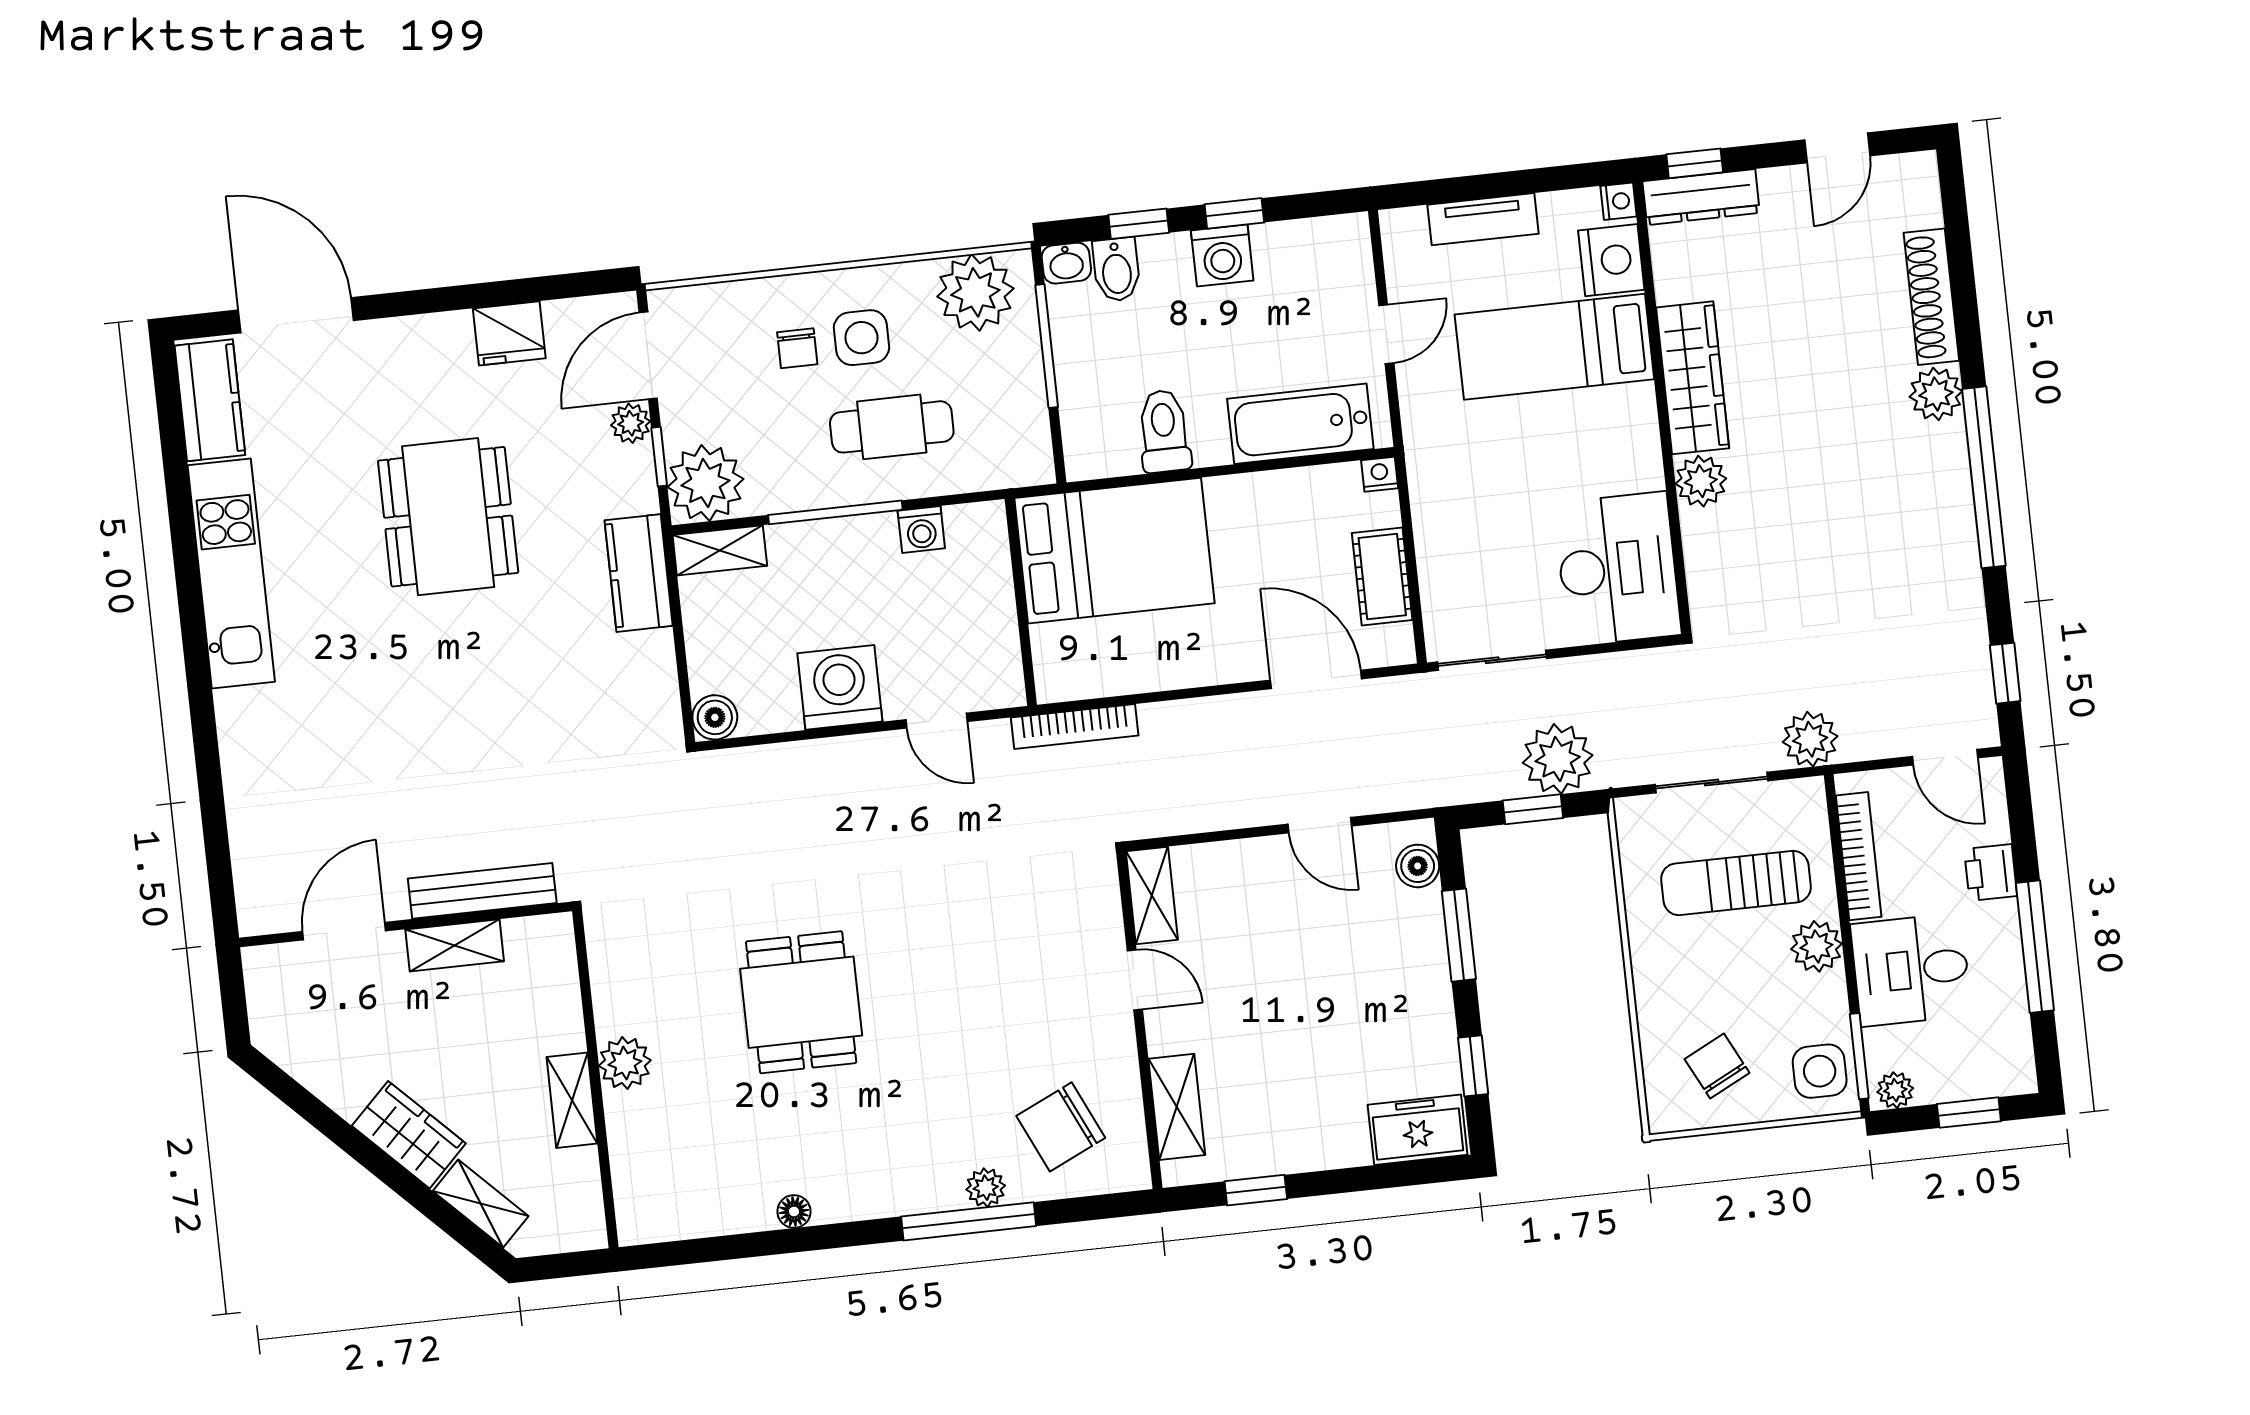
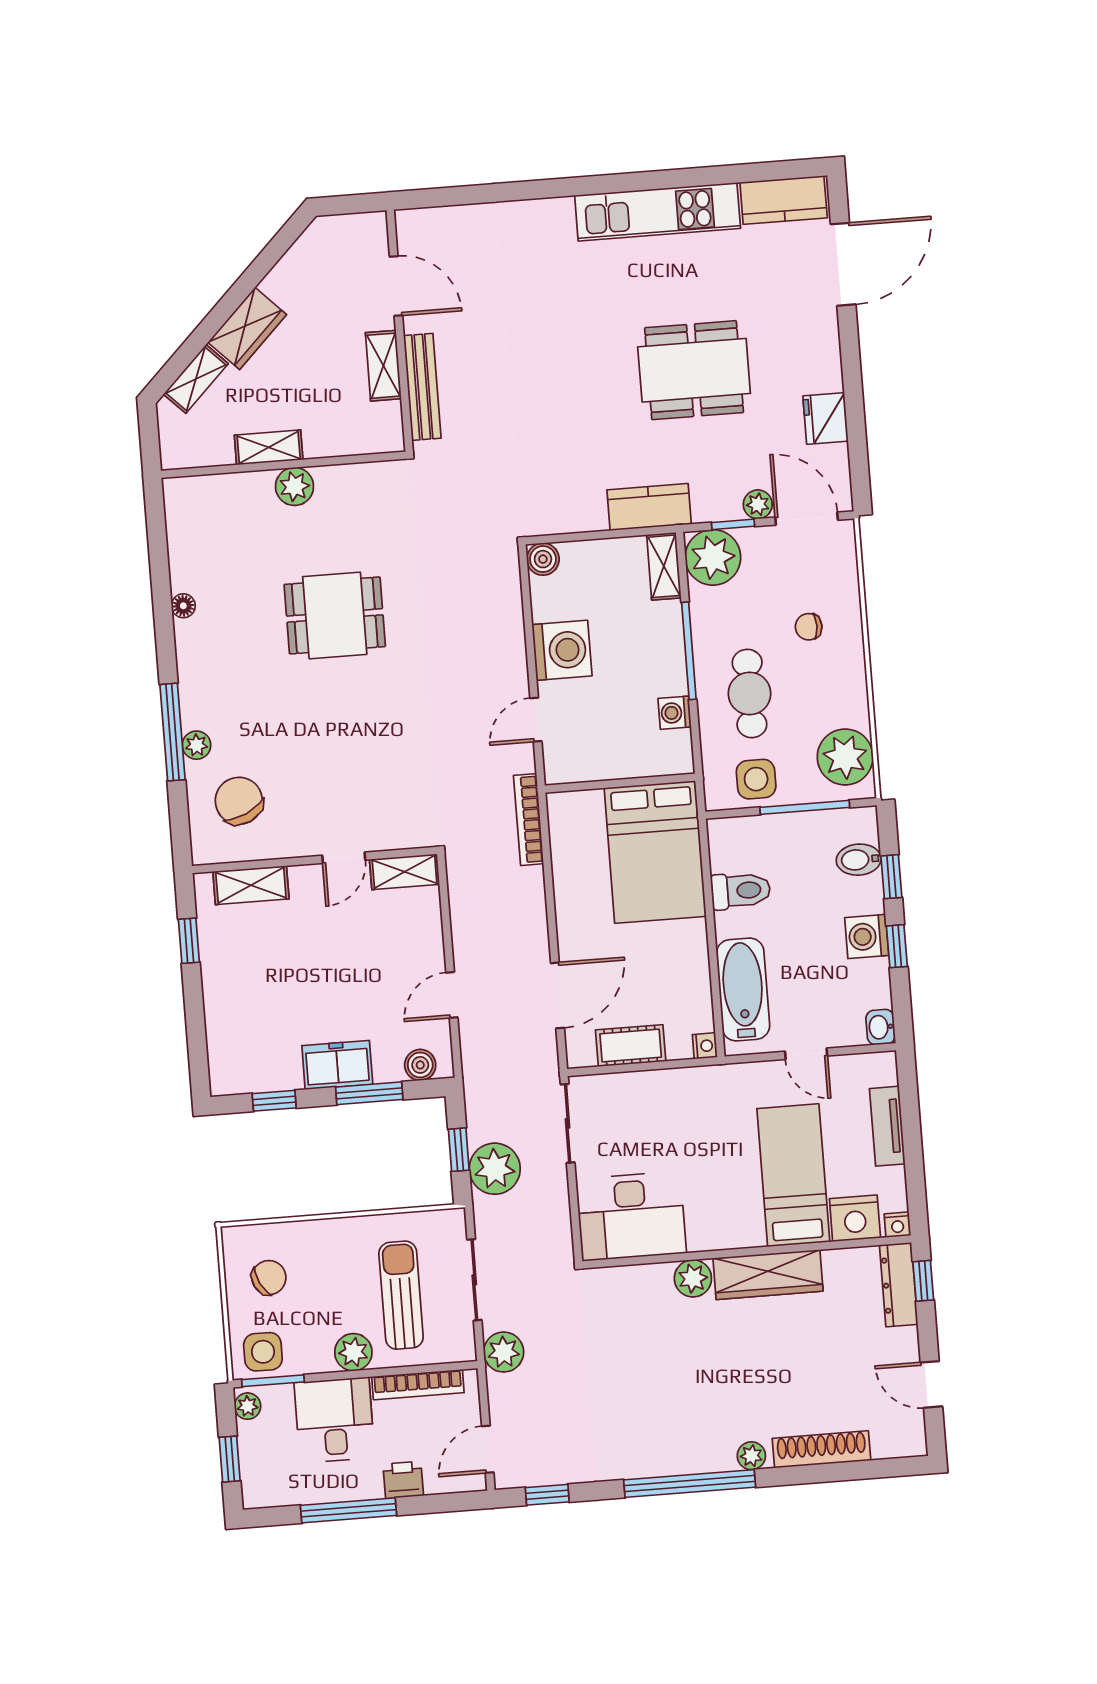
washbasin: (1066, 263) -> (880, 1027), moved
side table: (861, 338) -> (756, 779), moved
plant: (1936, 394) -> (751, 1456), width x0.73, depth x0.73
freezer: (1418, 1130) -> (337, 1065), moved, turned -90

